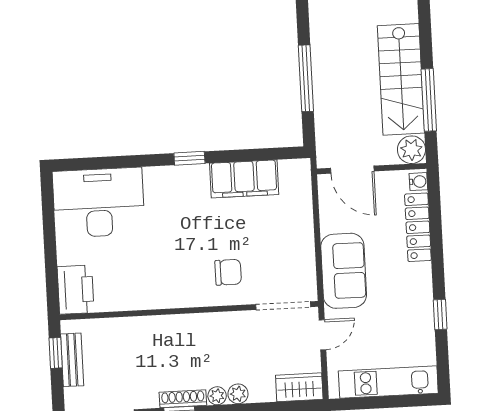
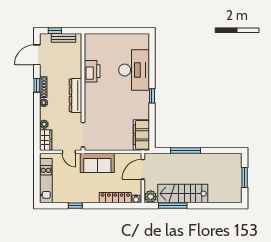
filing cabinet: (244, 179) -> (141, 135), moved
desk: (99, 203) -> (134, 70), moved
chair: (228, 272) -> (99, 111), removed
printer: (76, 290) -> (92, 71), moved, turned -90
dresser: (197, 327) -> (76, 95), added
window: (56, 353) -> (55, 31), moved
plant: (238, 394) -> (44, 124), moved

